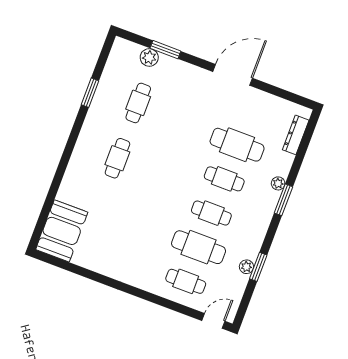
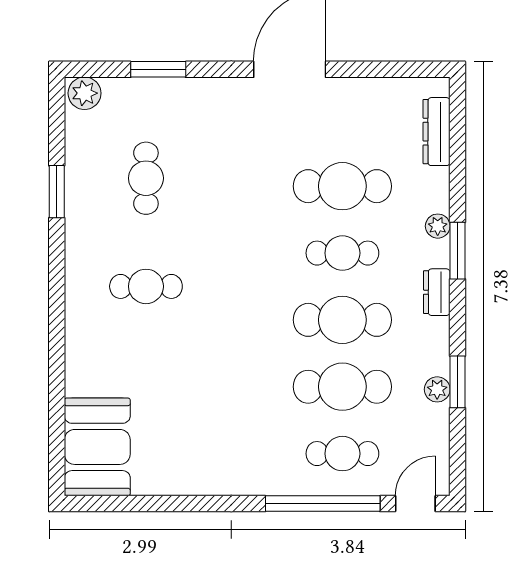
plant: (149, 58) -> (85, 93), moved
cafe table: (117, 158) -> (146, 286), turned 90
cafe table: (211, 213) -> (342, 320), width x1.37, depth x1.35
dresser: (265, 217) -> (437, 292), added
window: (166, 303) -> (323, 504), added

